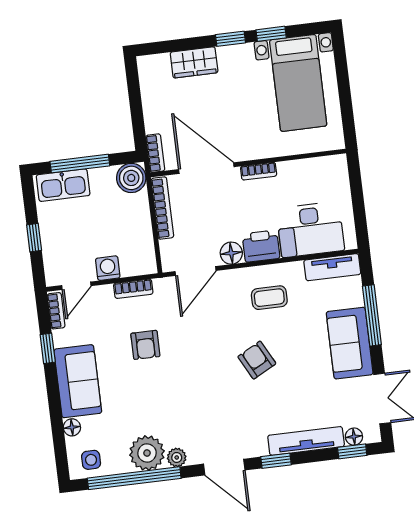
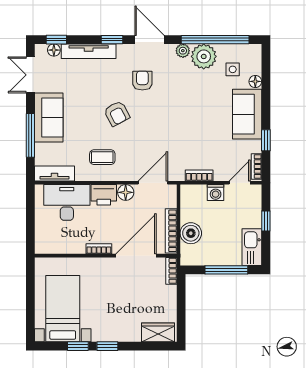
wardrobe: (194, 62) -> (158, 332), moved
door: (206, 168) -> (136, 256), swing flipped
boiler: (131, 178) -> (191, 233), moved
kitchen sink: (63, 185) -> (252, 247), moved, turned -90
armchair: (145, 345) -> (142, 81), moved
side table: (91, 460) -> (233, 69), moved

